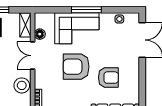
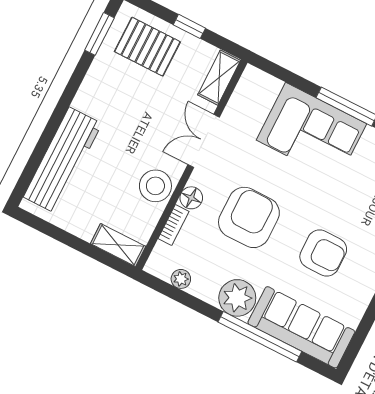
floor lamp: (40, 34) -> (191, 198), moved
armchair: (76, 67) -> (249, 217), moved, turned 90

